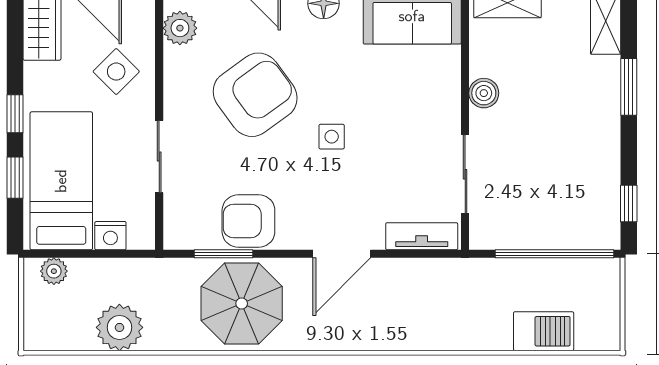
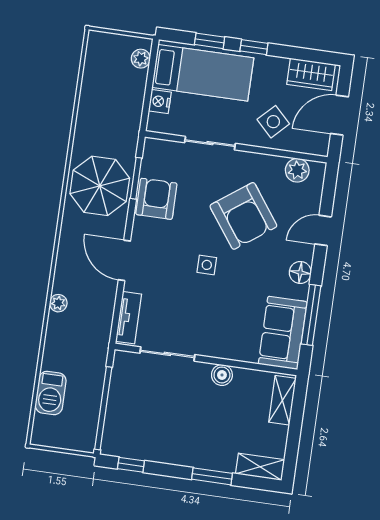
plant: (119, 327) -> (58, 303), moved, width x0.53, depth x0.53

